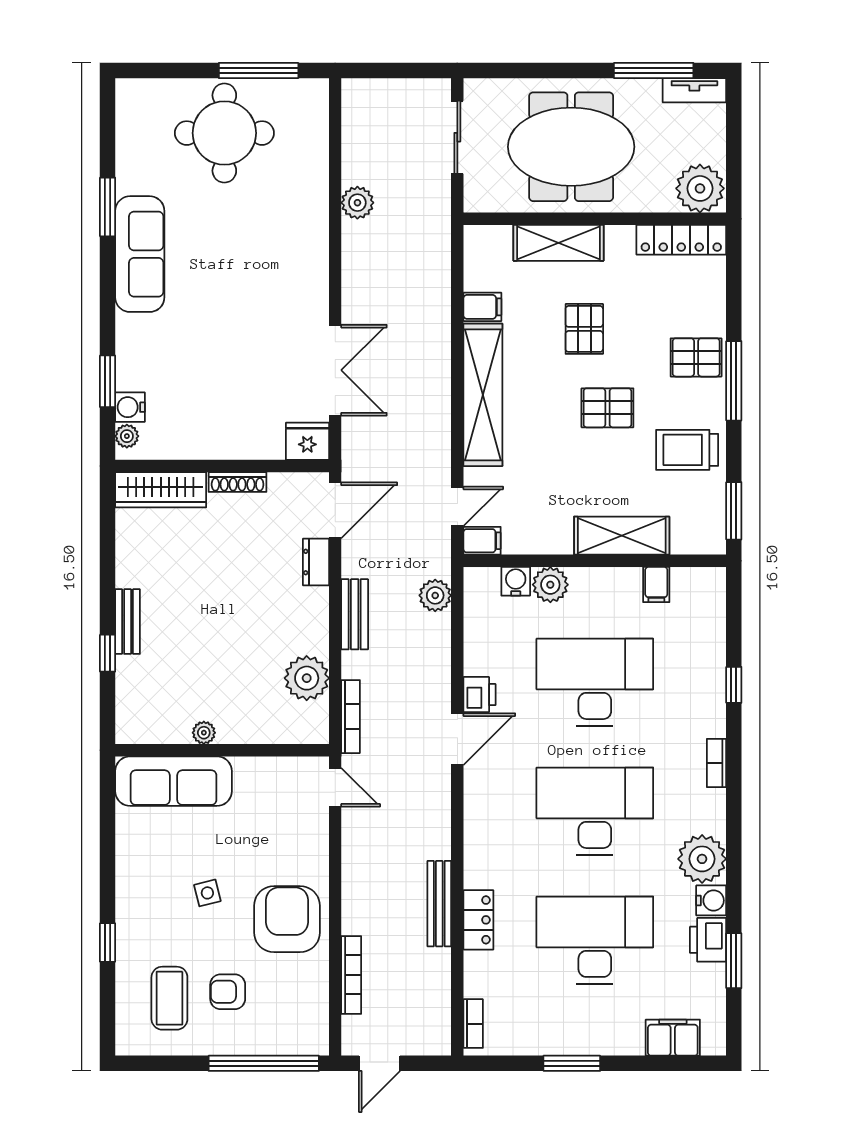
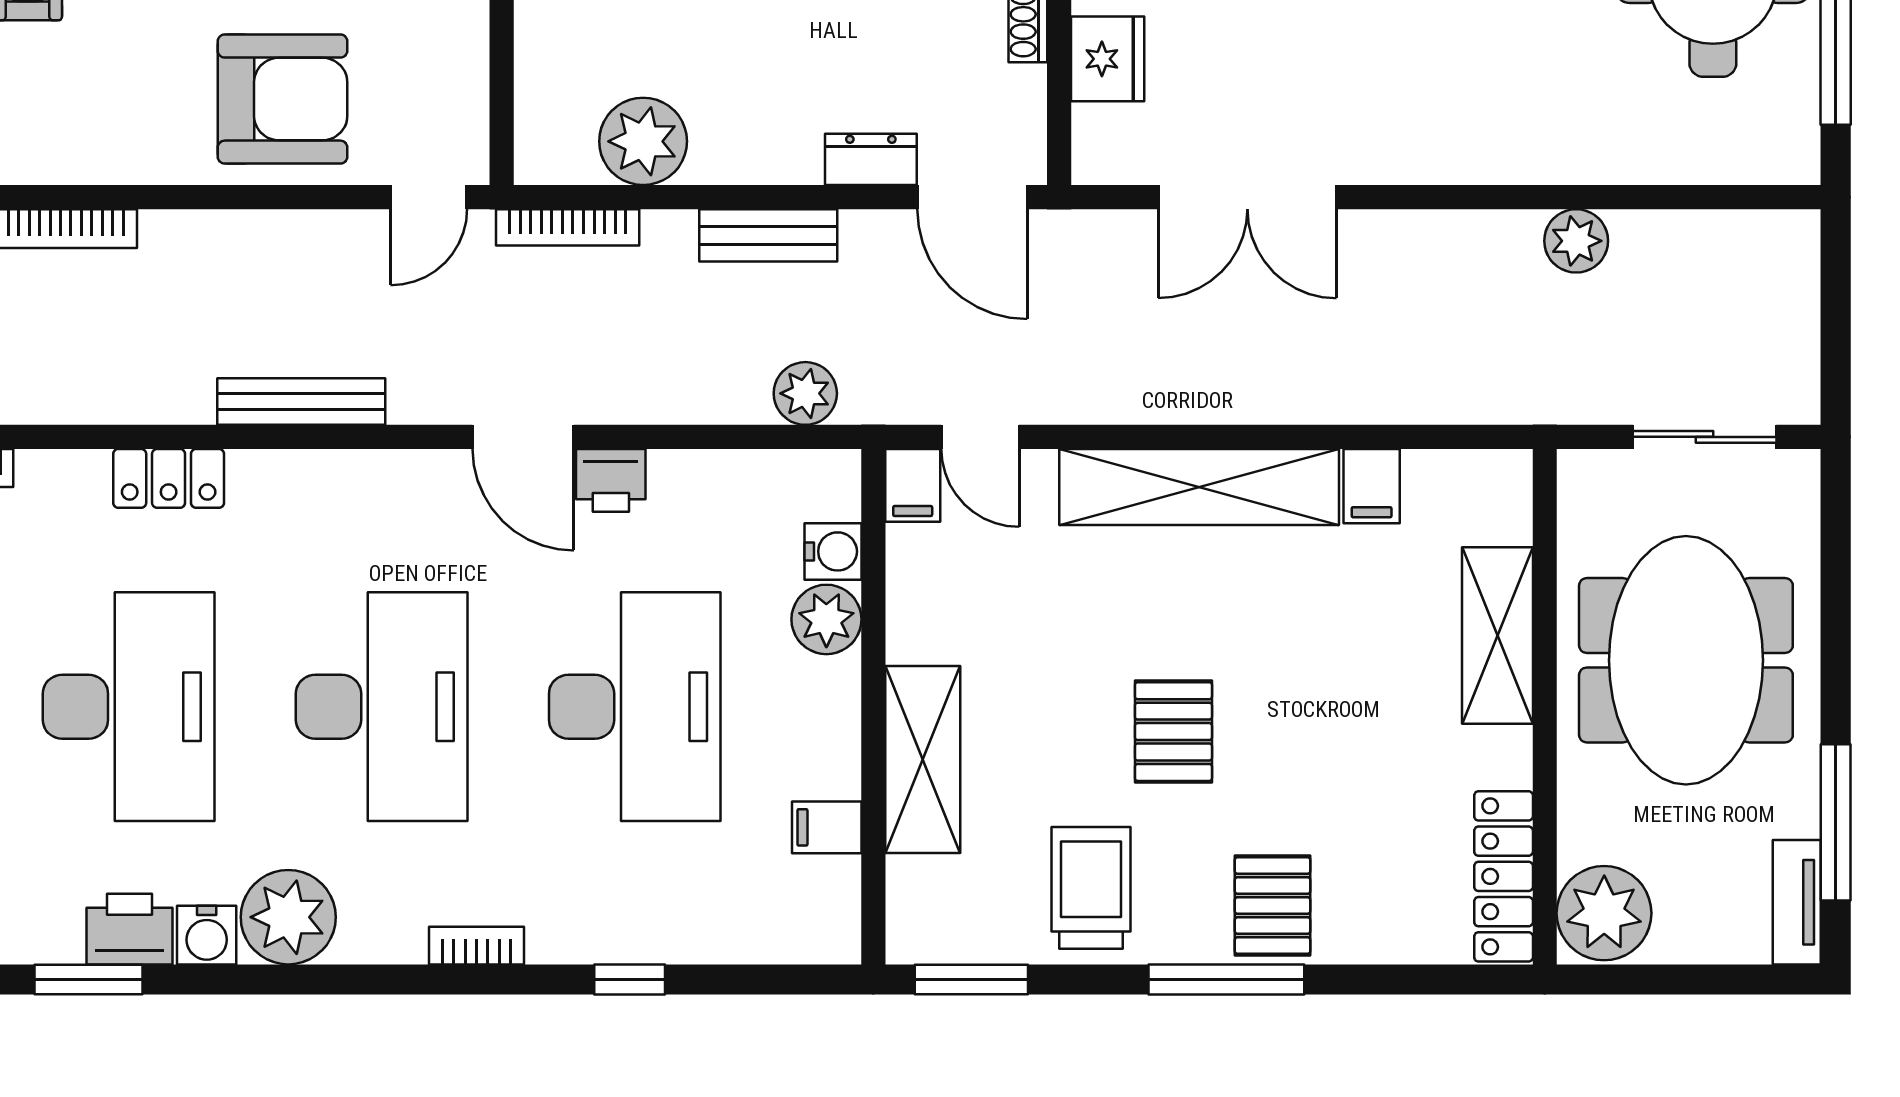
pallet: (584, 329) -> (1328, 686), removed
fridge: (307, 441) -> (1108, 59), moved
bench: (439, 904) -> (301, 401), moved
armchair: (287, 919) -> (283, 99), moved

